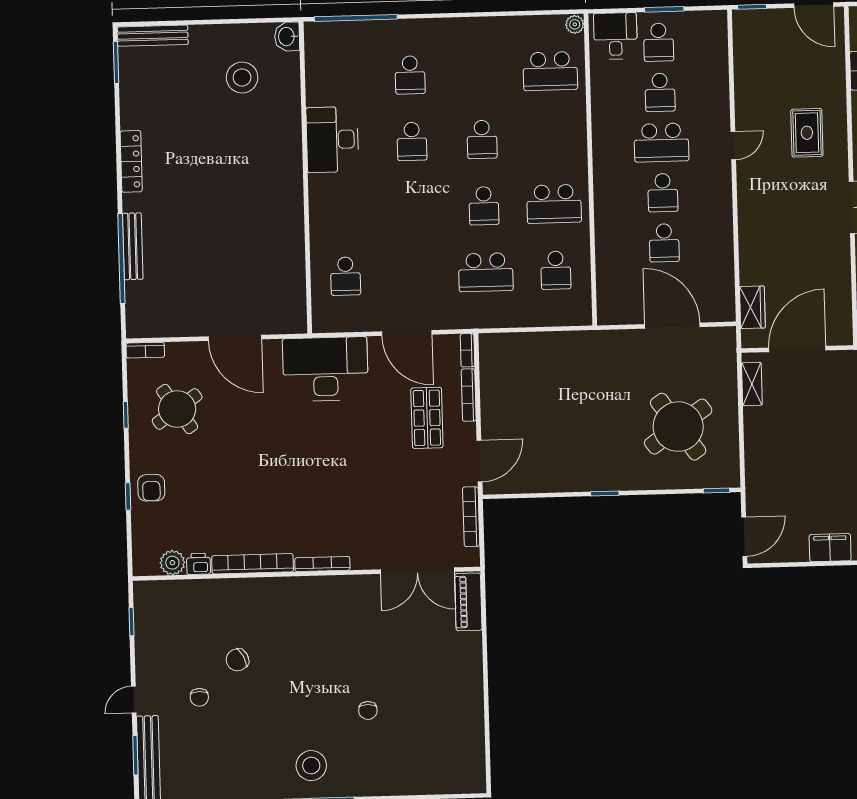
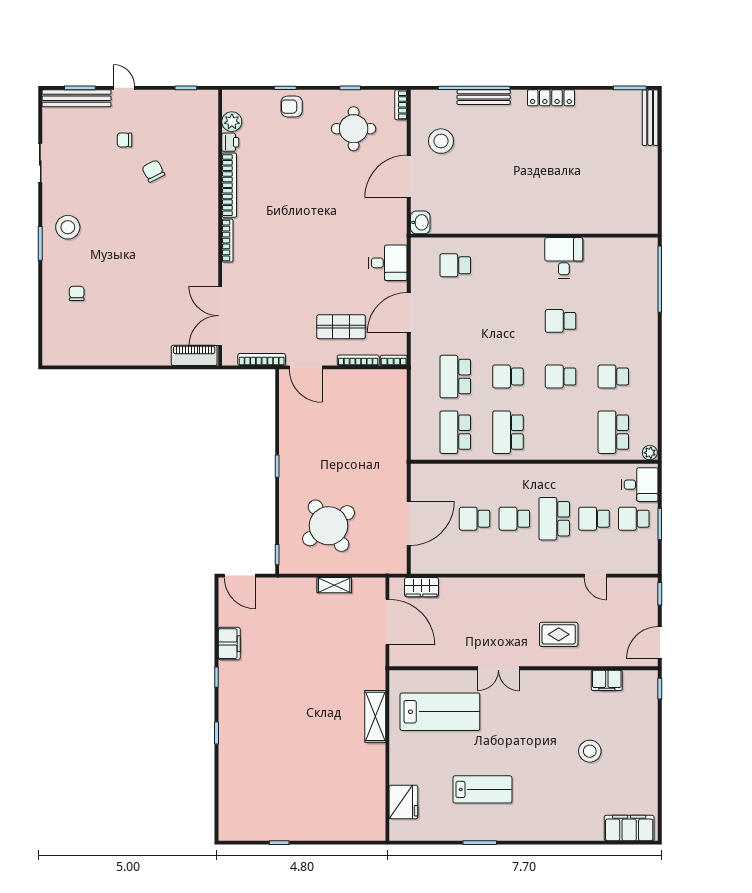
washbasin: (287, 37) -> (420, 222), moved, turned 90
school desk: (410, 75) -> (613, 377), moved
stool: (242, 77) -> (441, 141), moved
desk: (332, 140) -> (564, 258), width x0.73
door: (733, 146) -> (595, 576), moved
school desk: (556, 270) -> (455, 432), width x1.85
desk: (325, 369) -> (388, 263), width x0.53, depth x0.77
shelving: (752, 384) -> (334, 585), moved
round table: (177, 409) -> (354, 129), turned 35
chair: (368, 710) -> (77, 293), moved, turned 90

